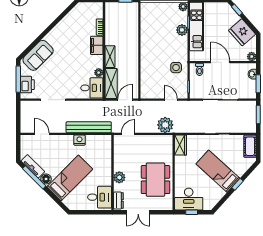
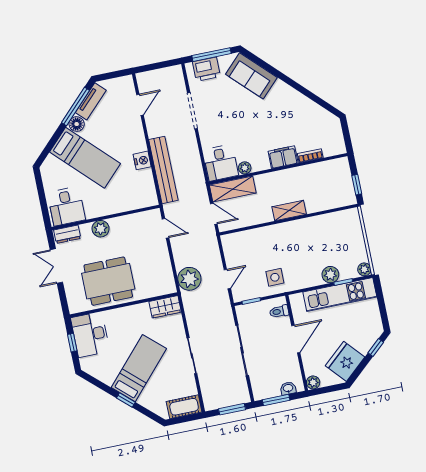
shelving: (110, 57) -> (289, 211), moved

